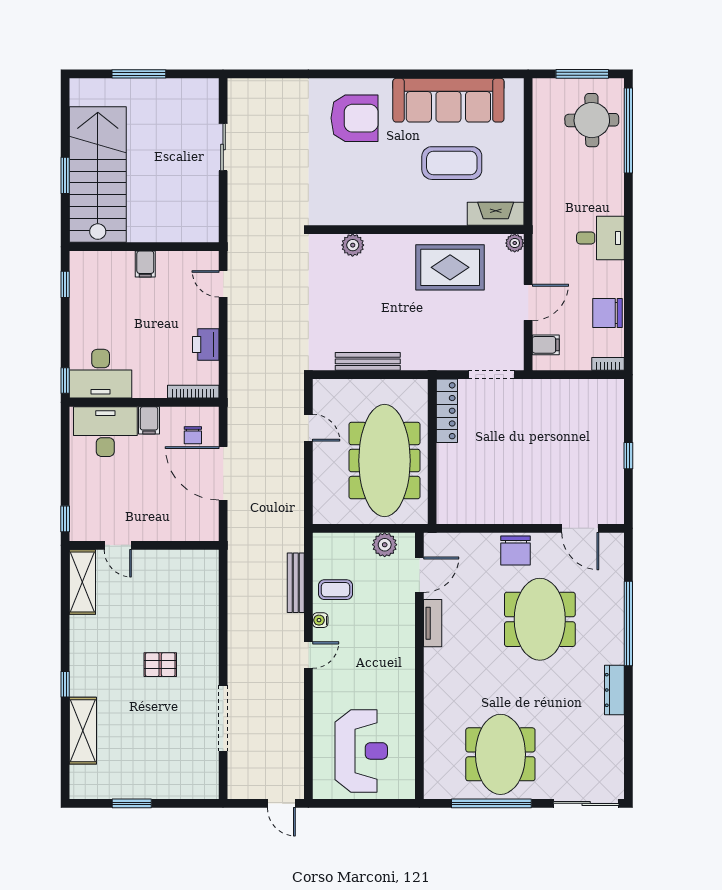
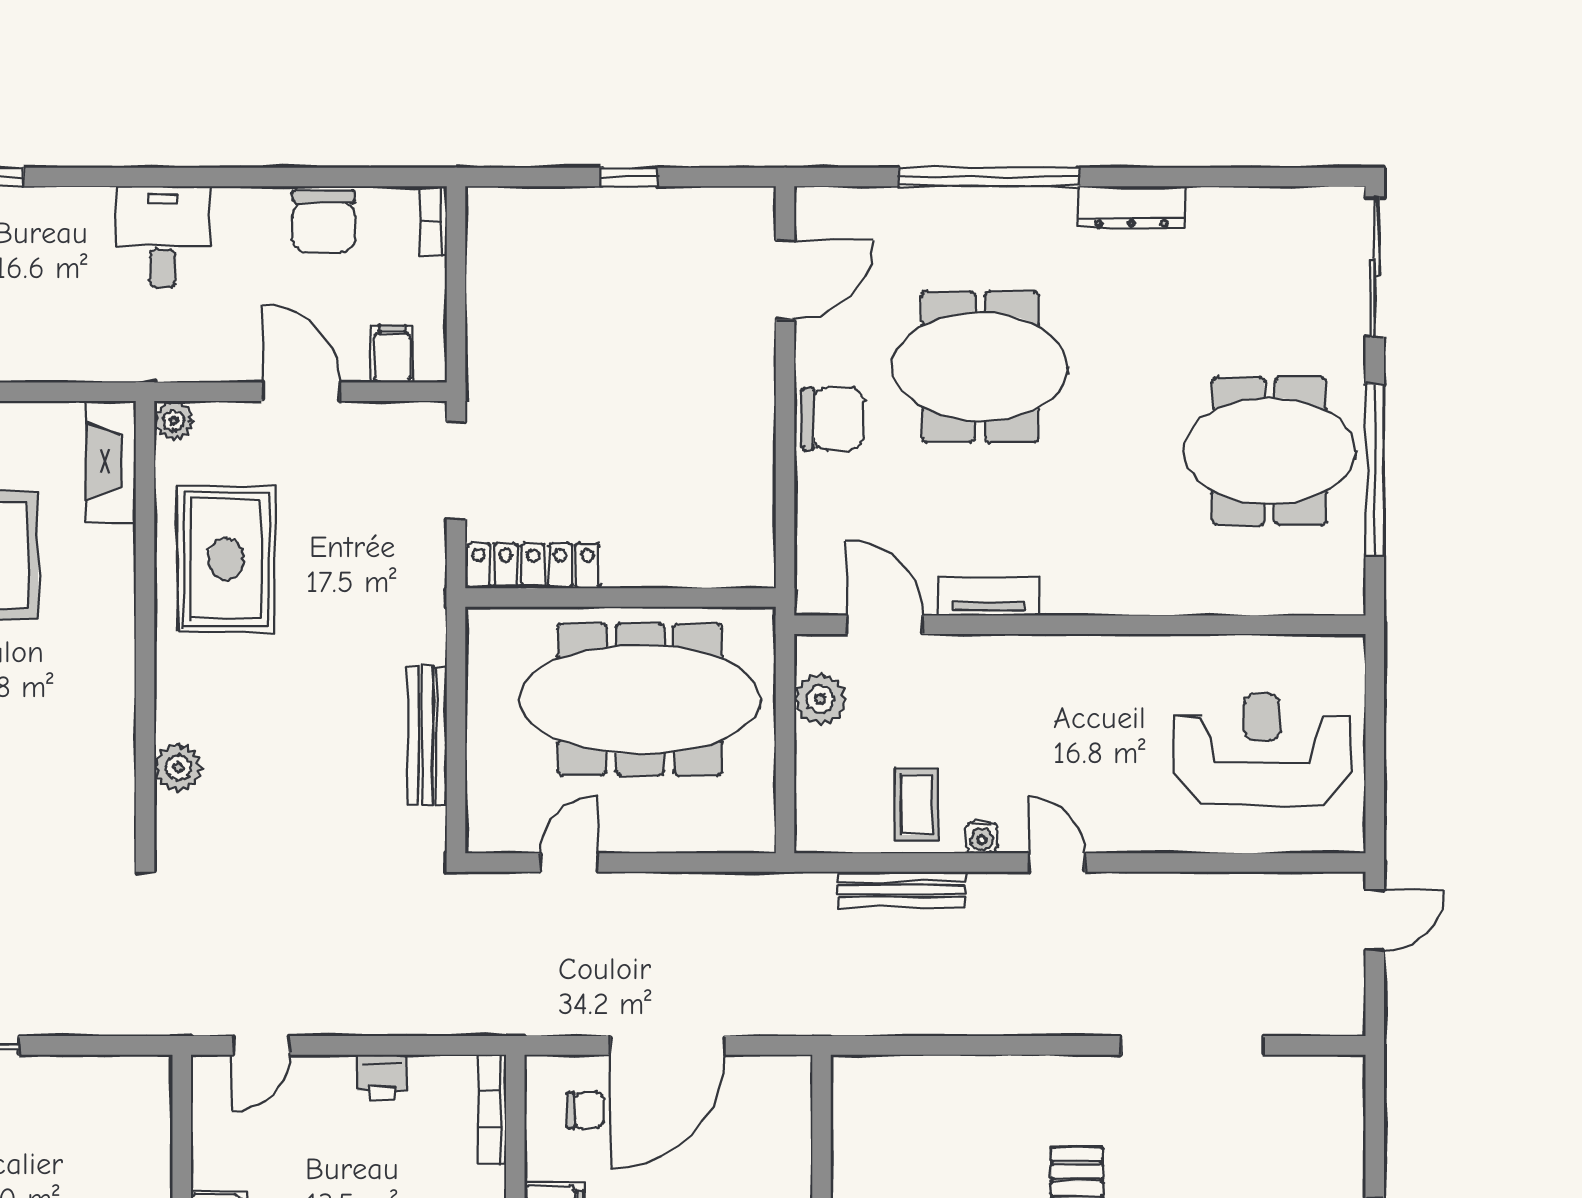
printer: (206, 345) -> (382, 1077), width x0.73, depth x0.81

